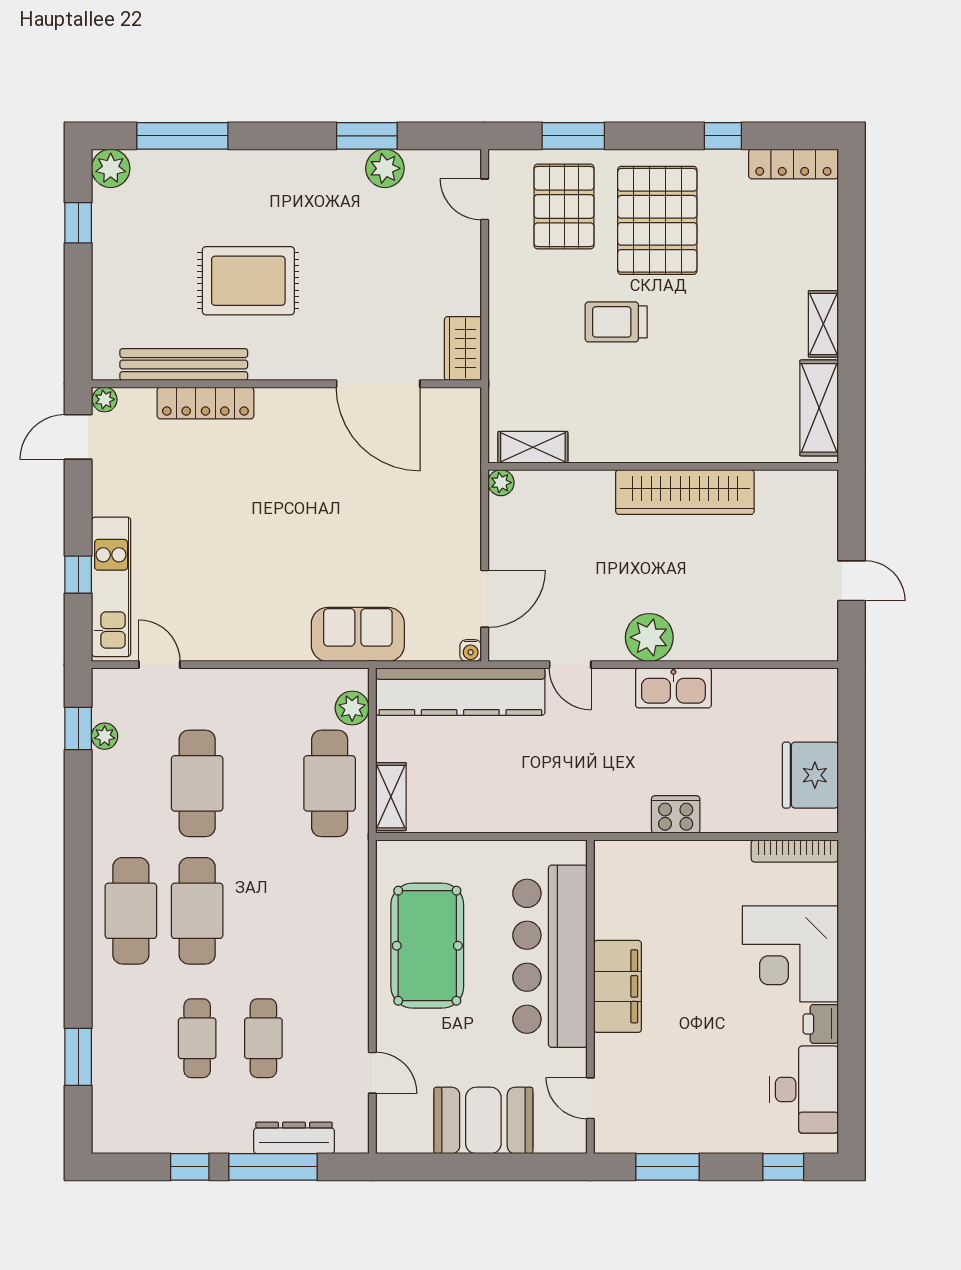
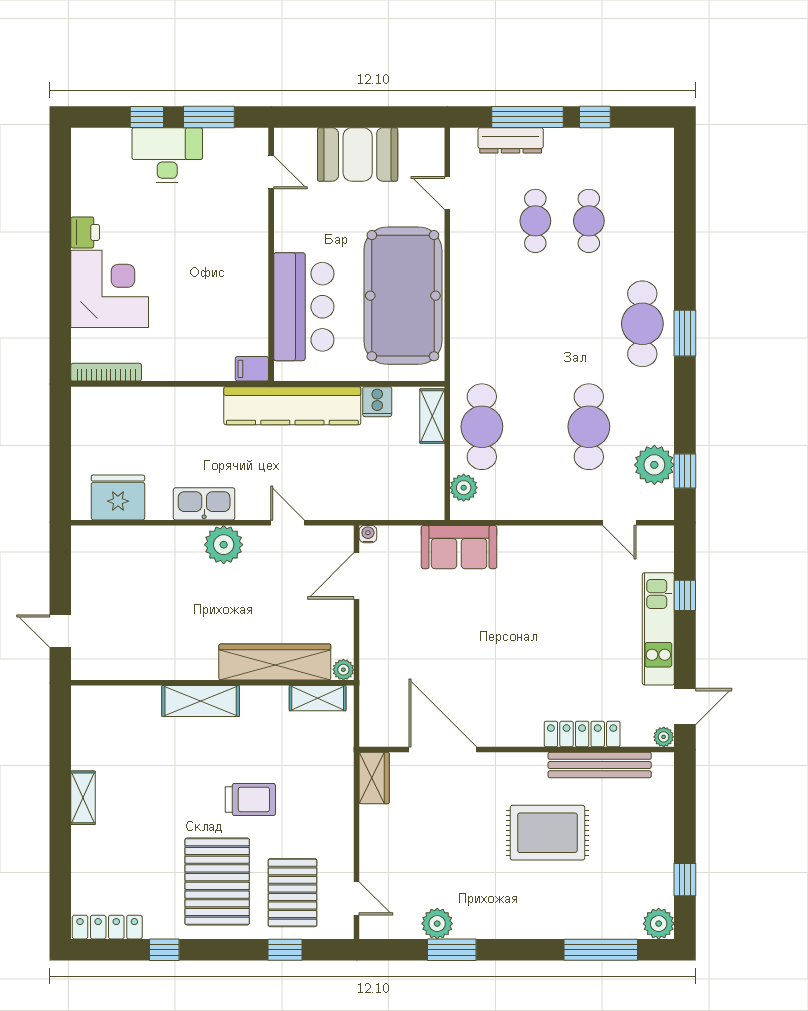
window: (573, 136) -> (285, 950), width x0.67
shelving: (819, 408) -> (201, 701), moved, turned 90
wardrobe: (685, 492) -> (275, 662), moved
door: (852, 581) -> (60, 631), moved
kitchen unit: (111, 587) -> (658, 629), moved
kitchen counter: (460, 692) -> (292, 406), moved, turned 180
plant: (105, 736) -> (654, 465), width x1.87, depth x1.87
fridge: (810, 775) -> (118, 497), moved, turned -90
cooker: (676, 814) -> (377, 402), moved, width x0.73
cafe table: (197, 911) -> (589, 324), removed
pool table: (427, 946) -> (403, 296), width x1.36, depth x1.32
bar counter: (550, 956) -> (304, 307), width x0.73
filing cabinet: (618, 986) -> (252, 369), moved, width x0.33, depth x0.86
window: (78, 1057) -> (685, 333), moved
desk: (804, 1089) -> (167, 155), moved, turned 90
window: (783, 1167) -> (147, 117), moved

